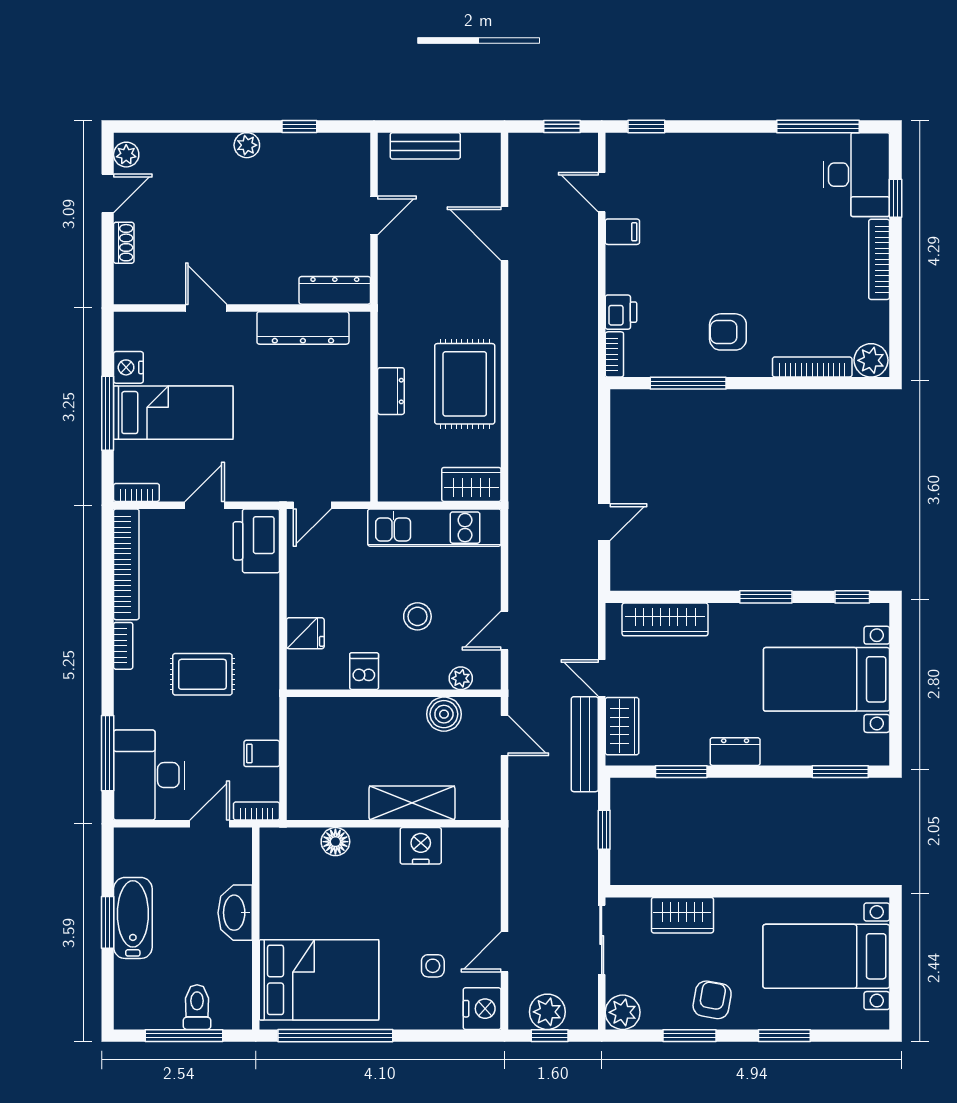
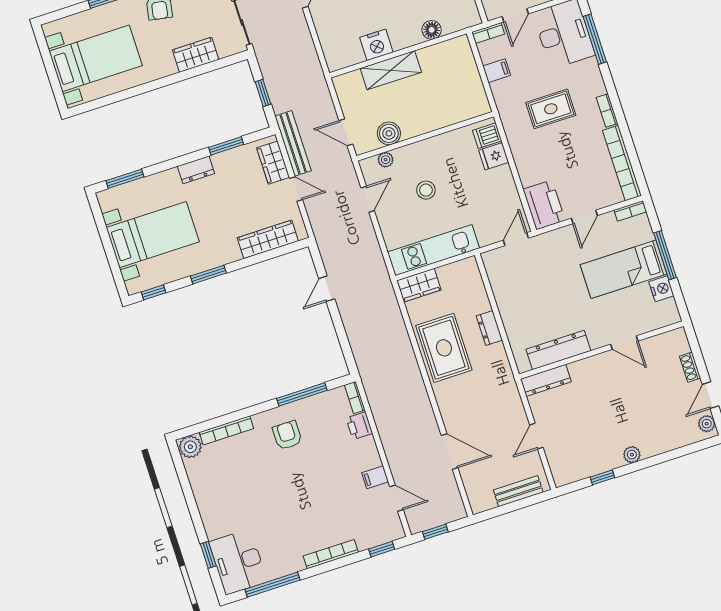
bookcase: (879, 259) -> (331, 554), moved, turned -90
armchair: (728, 332) -> (287, 435), turned -90
dishwasher: (364, 671) -> (487, 136), moved, turned 90

